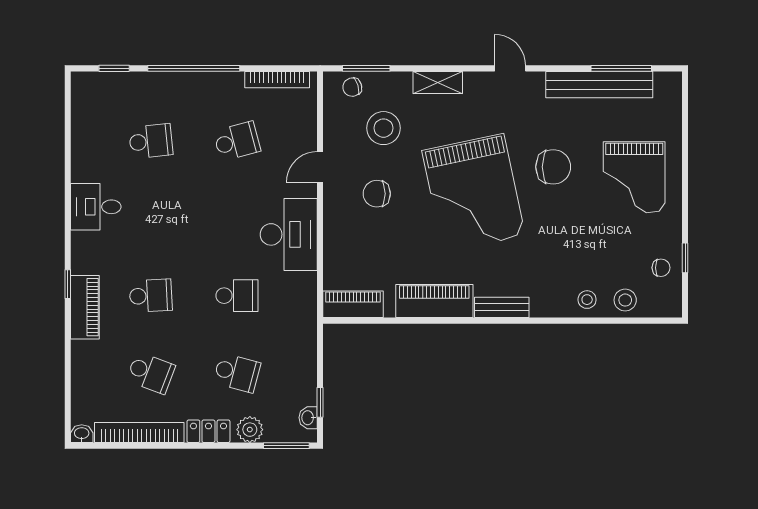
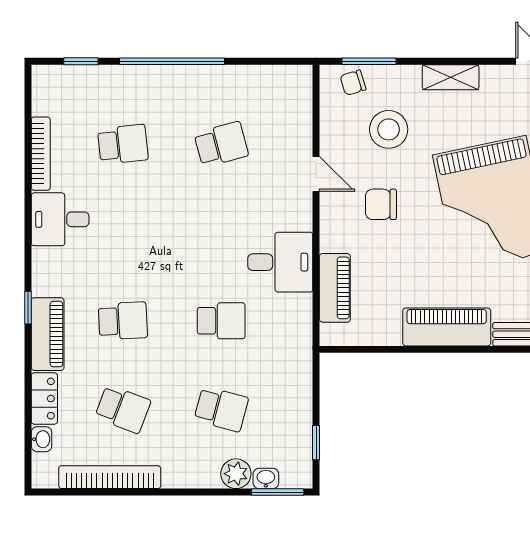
bookcase: (277, 80) -> (41, 154), moved, turned -90
door: (320, 167) -> (316, 174), swing flipped
desk: (289, 234) -> (280, 262), width x0.73
piano: (353, 304) -> (335, 288), moved, turned 90
washbasin: (308, 418) -> (266, 478), moved, turned 90
locker: (208, 431) -> (44, 399), moved, turned 90
washbasin: (82, 434) -> (42, 439), moved, turned 90

